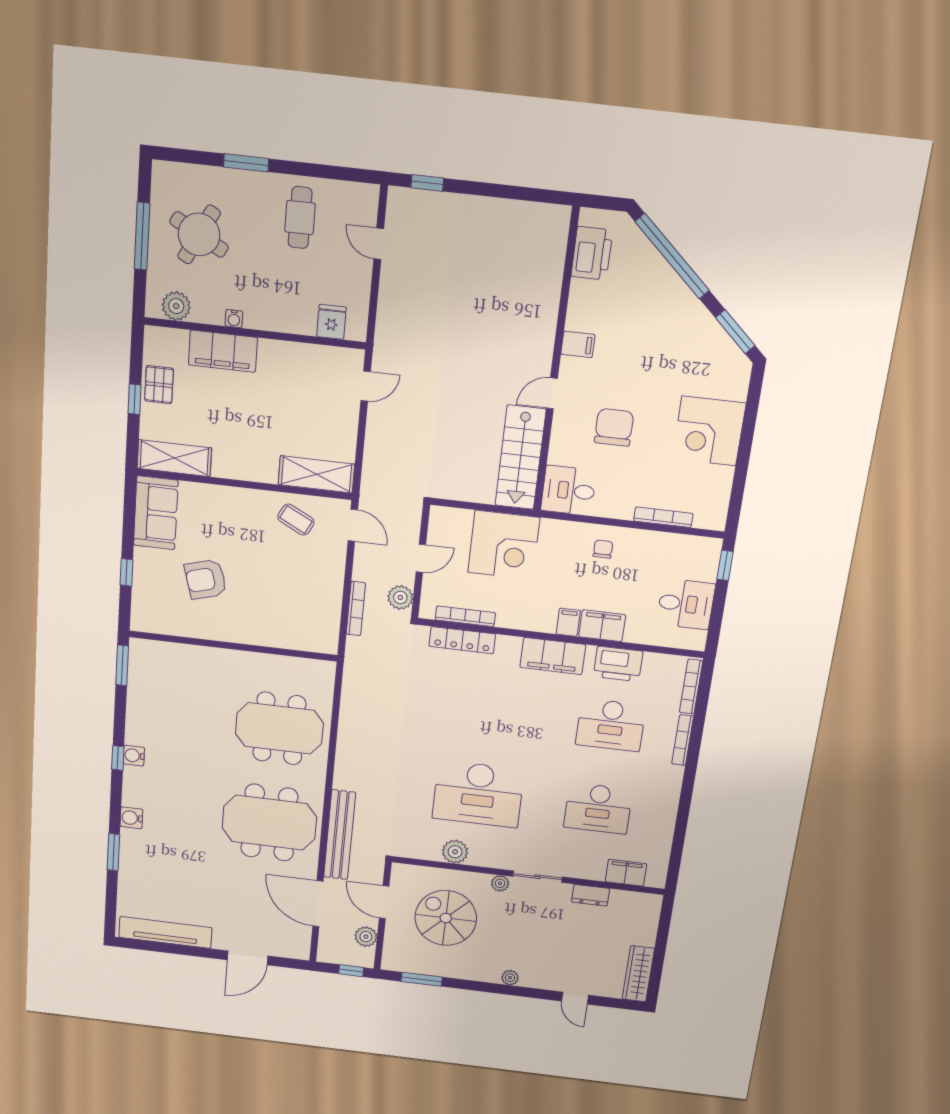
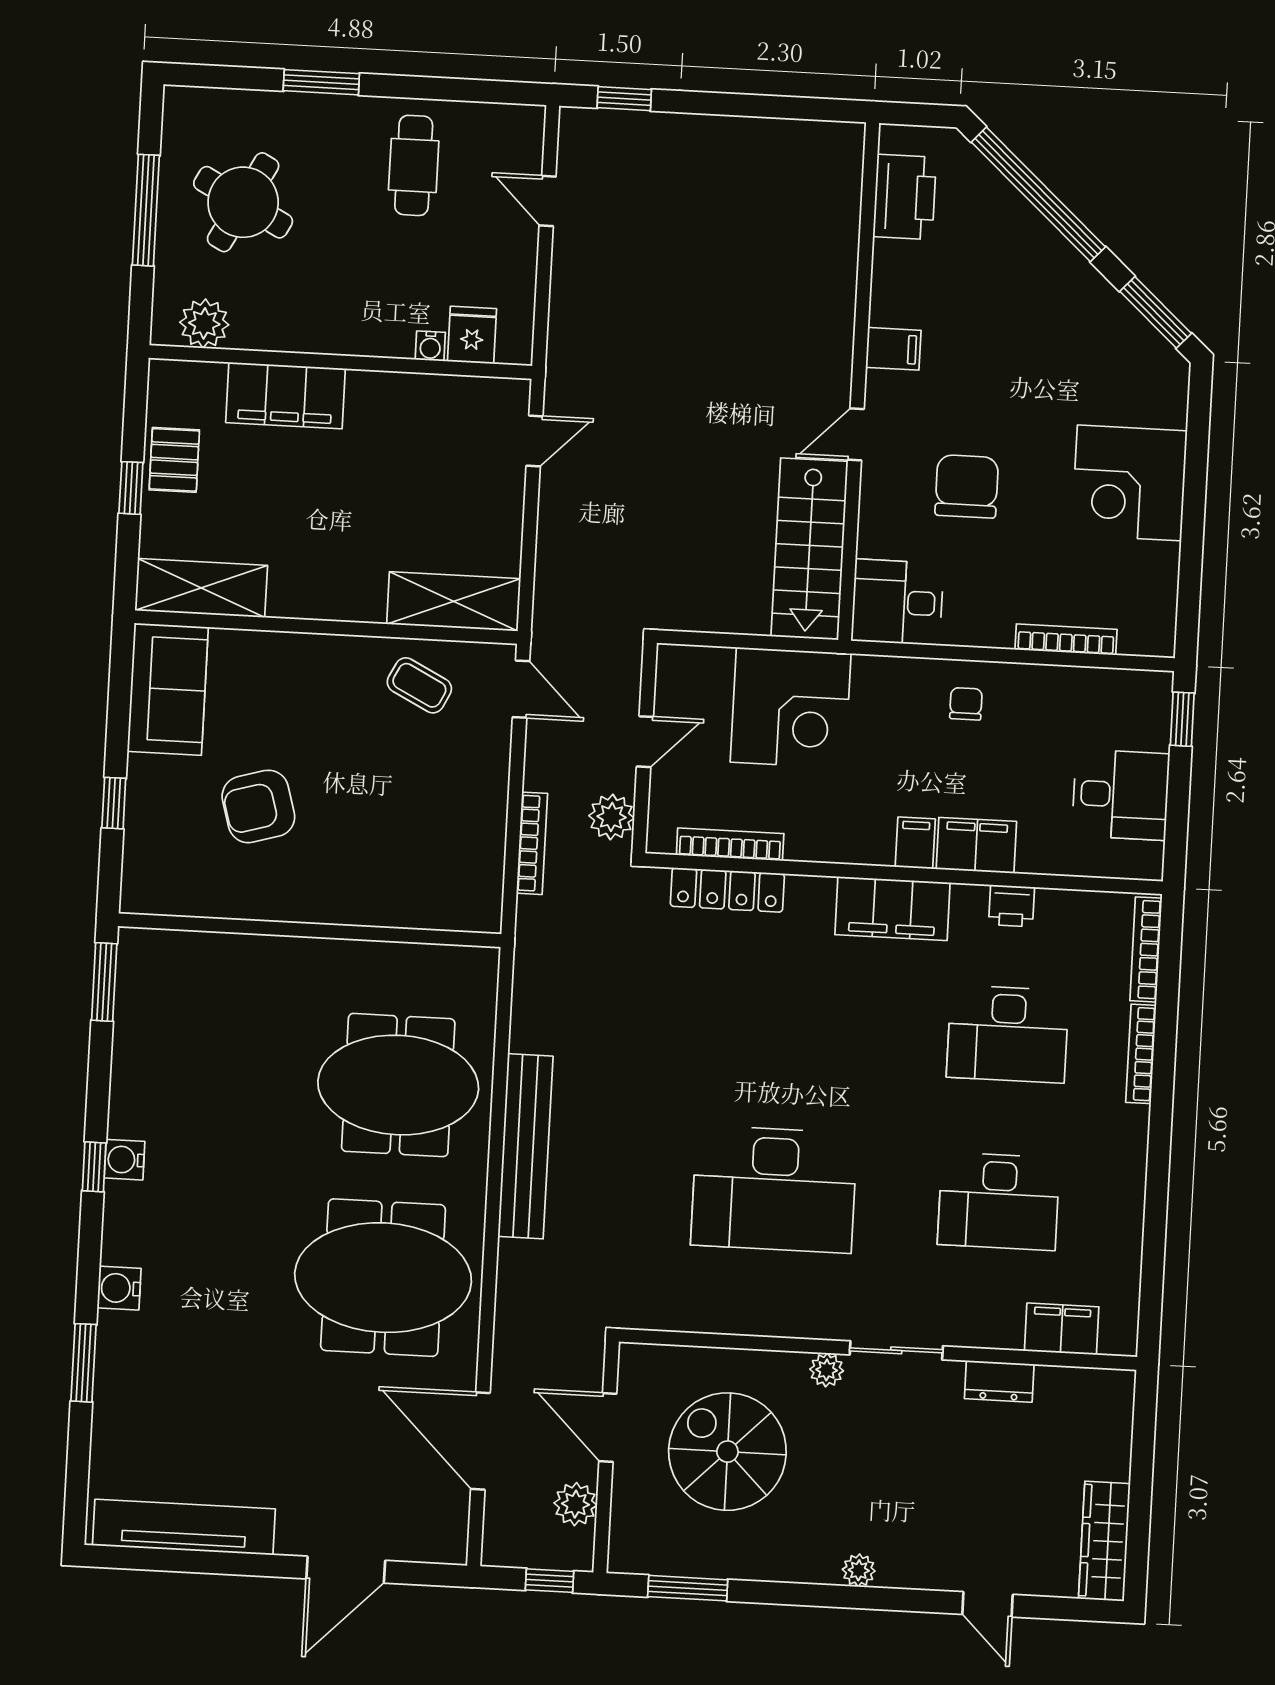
water cooler: (234, 319) -> (430, 346), moved
printer: (618, 664) -> (1011, 906), width x0.53, depth x0.68
bench: (340, 835) -> (525, 1146), moved
plant: (455, 852) -> (737, 1311), removed

